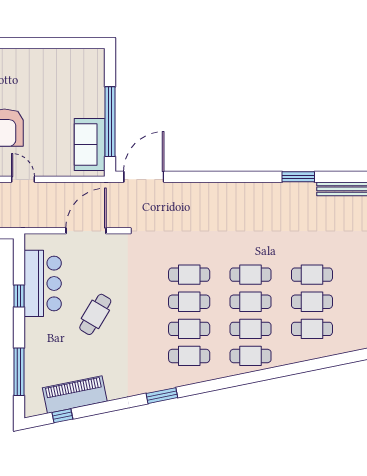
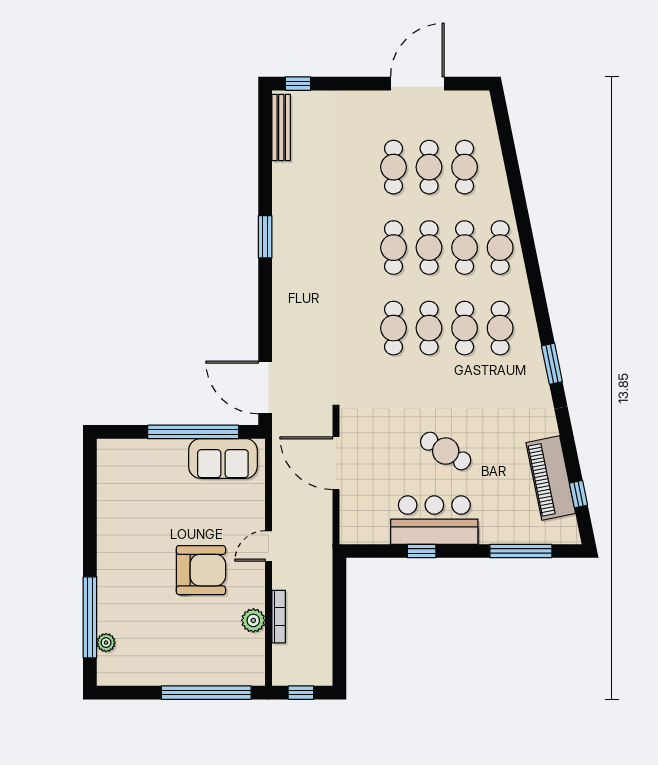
window: (298, 177) -> (265, 237), moved
bar counter: (43, 283) -> (434, 520), moved

